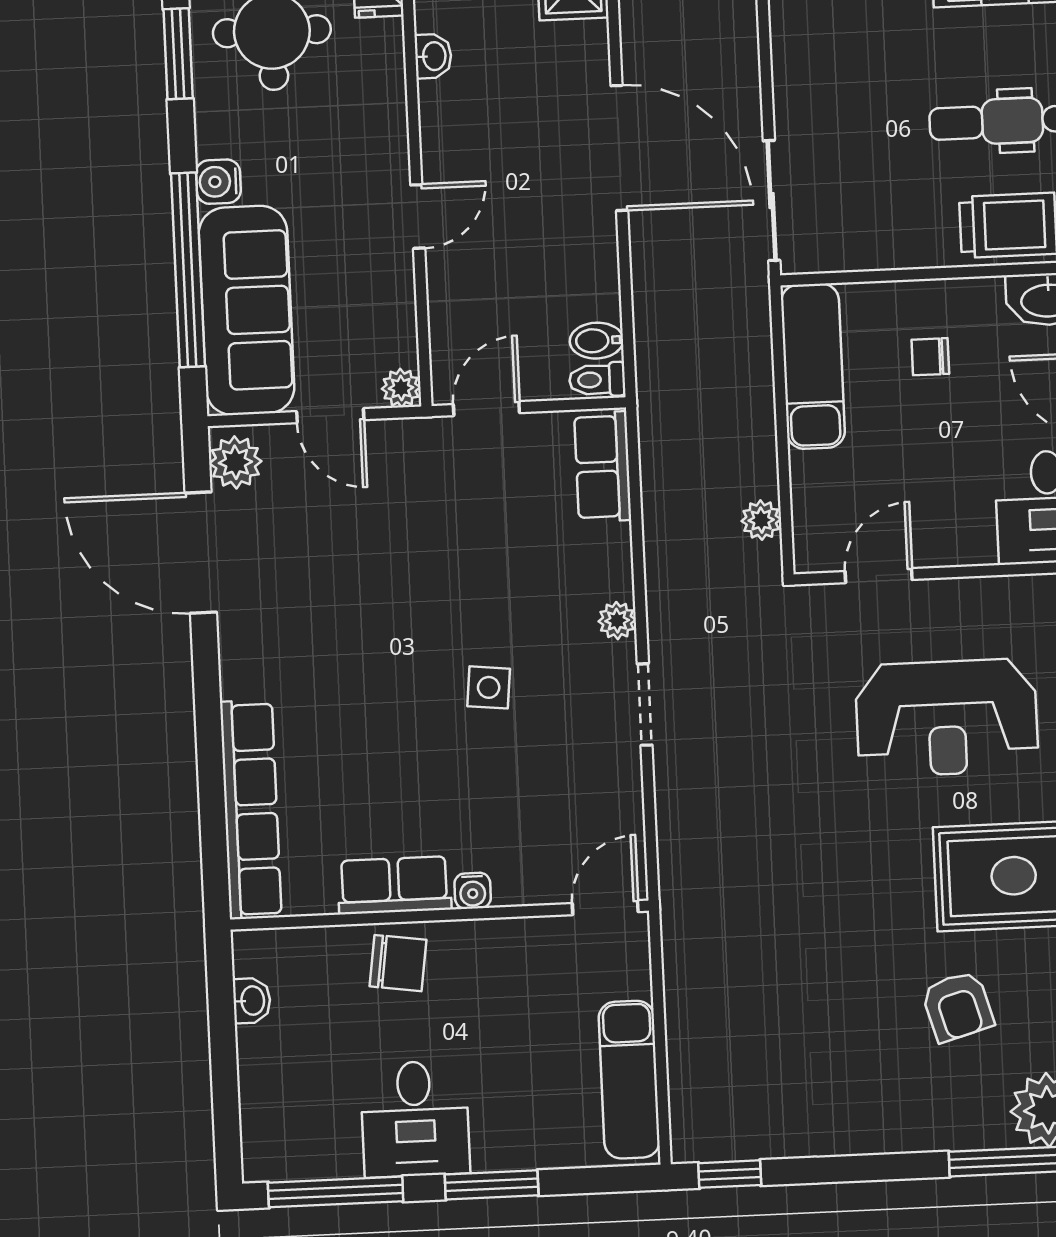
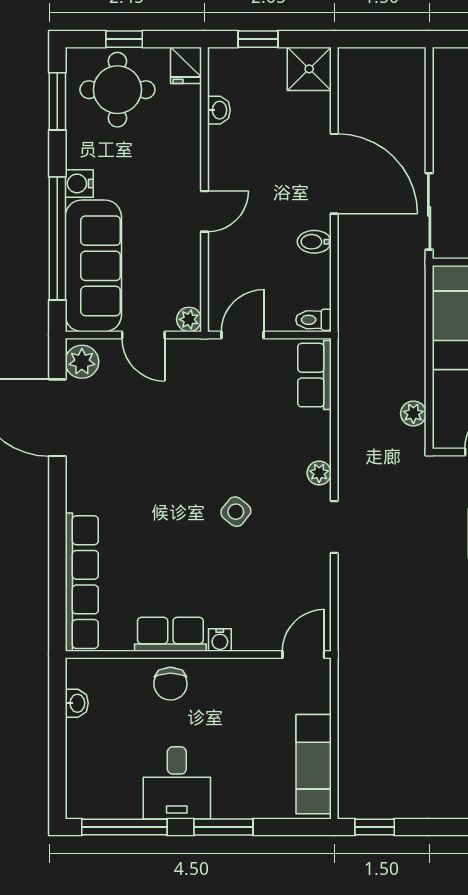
bidet: (597, 341) -> (314, 242), moved
side table: (489, 687) -> (236, 512), turned 33
chair: (398, 963) -> (170, 684), turned 82

